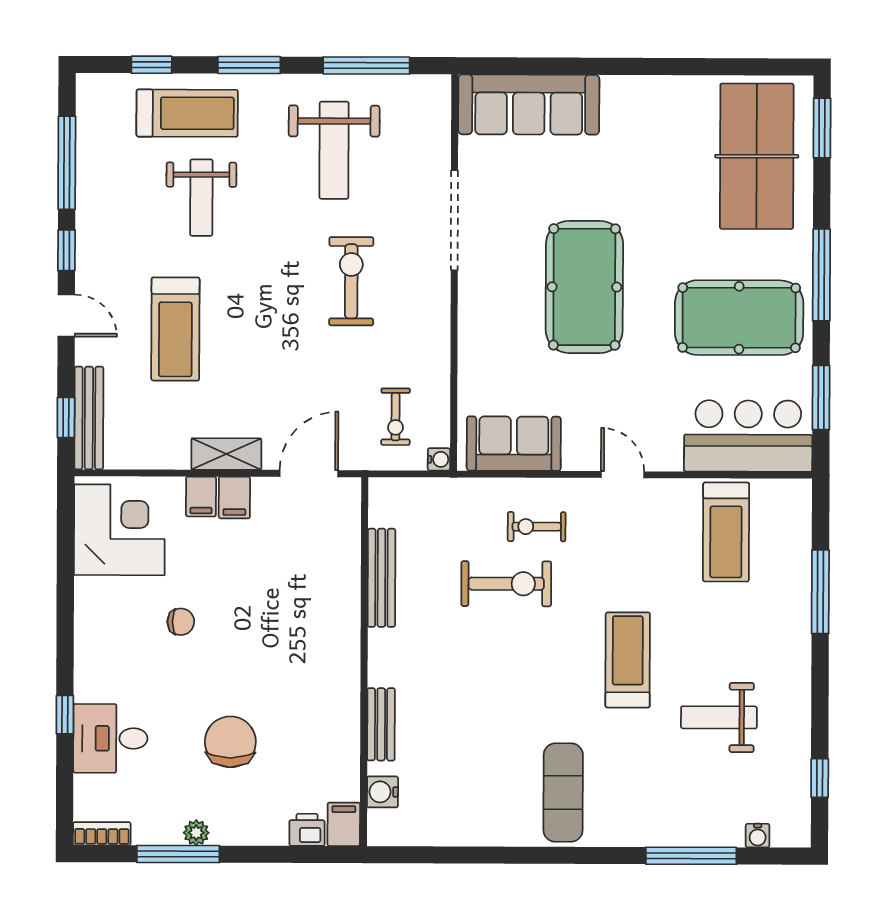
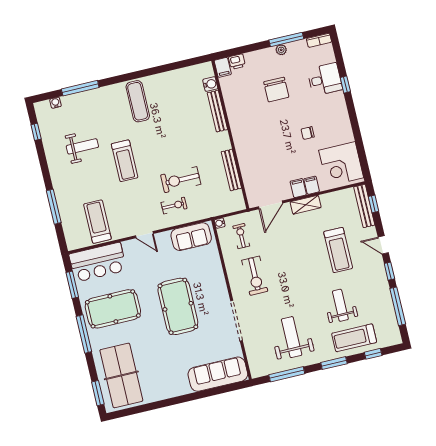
exercise bike: (351, 281) -> (255, 276), moved
treadmill: (175, 329) -> (338, 250), turned 180
bench: (381, 724) -> (217, 111), width x1.36

